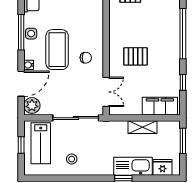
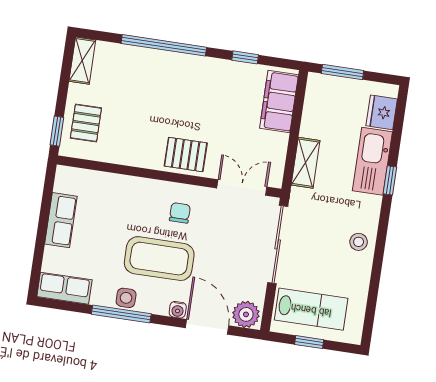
pallet: (135, 56) -> (186, 155), moved, turned 90
shelving: (142, 127) -> (306, 163), moved
stool: (72, 159) -> (359, 242), moved

